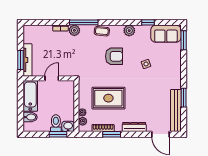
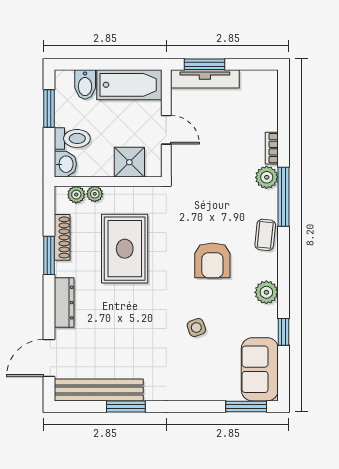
shower: (67, 96) -> (129, 162), added
window: (58, 134) -> (49, 108), moved

